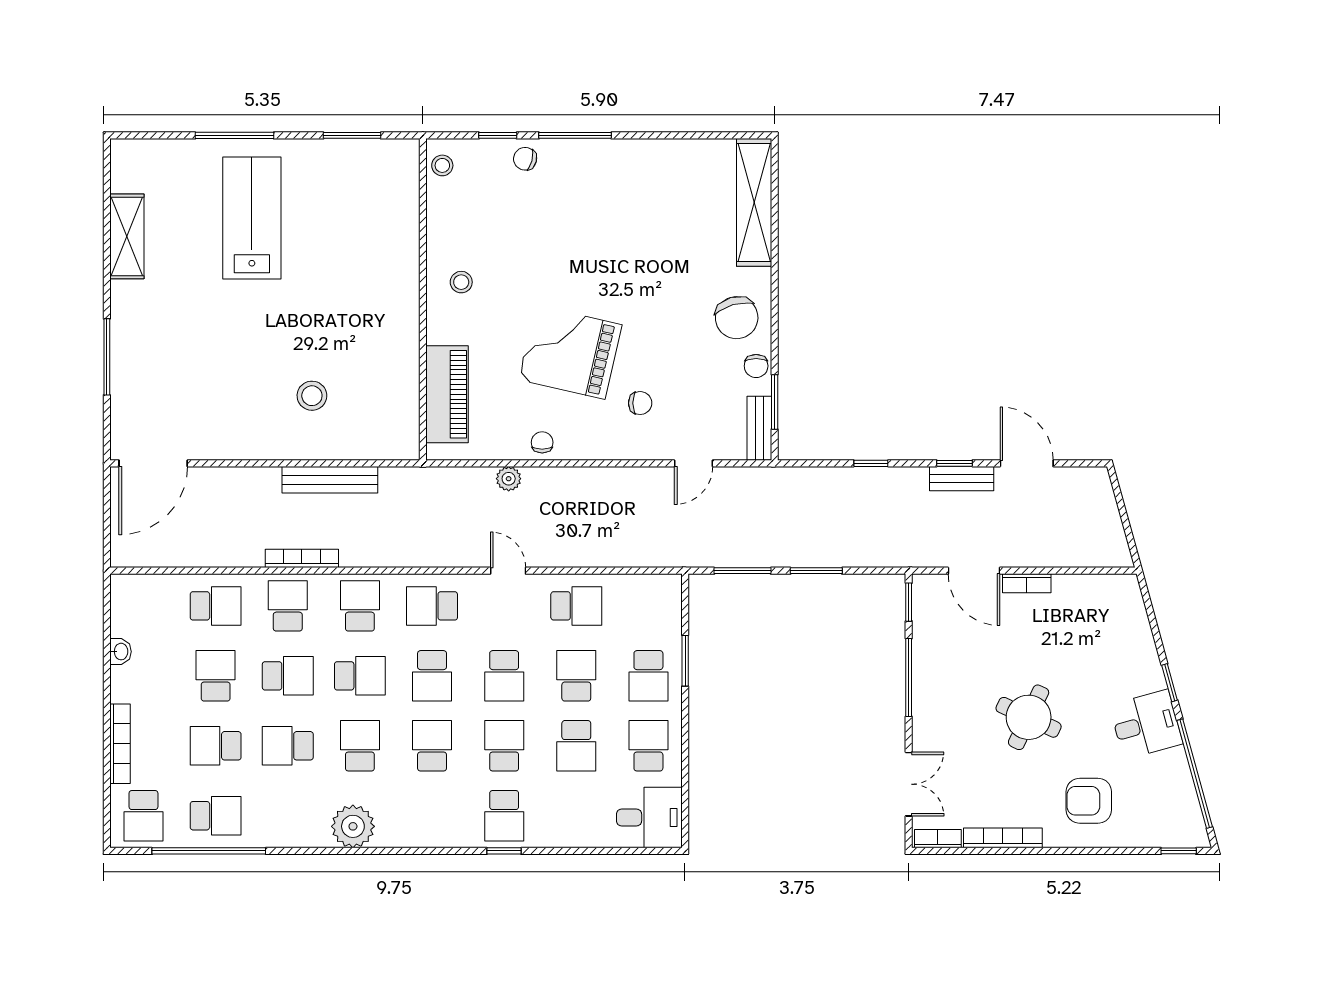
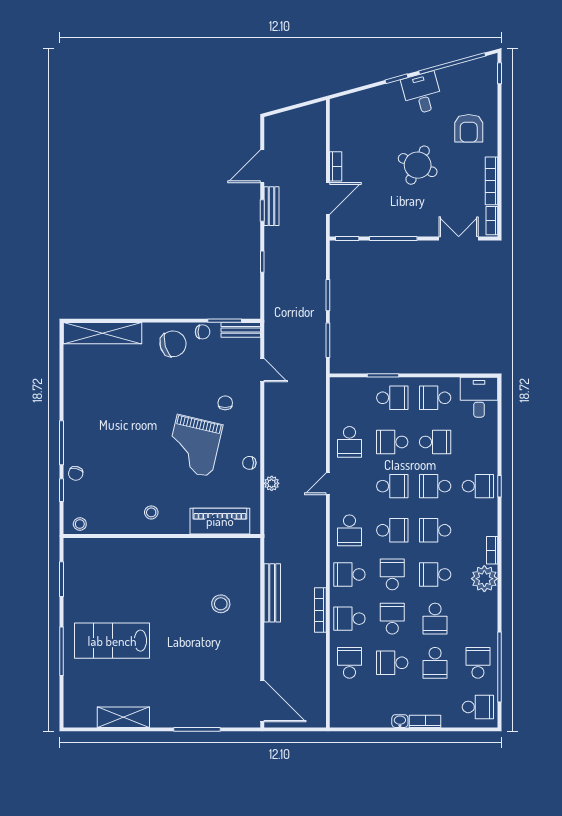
school desk: (576, 606) -> (349, 442), turned 180
washbasin: (120, 652) -> (400, 721), moved
bookcase: (120, 744) -> (425, 721), width x0.64
bookcase: (400, 839) -> (492, 550), added

